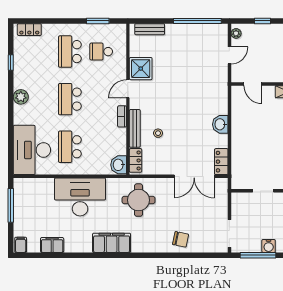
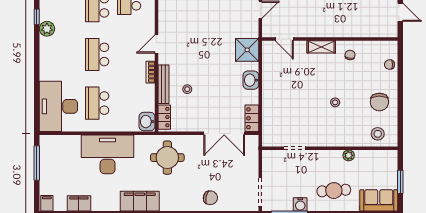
shower: (141, 69) -> (247, 50), moved
plant: (21, 97) -> (47, 29), moved

